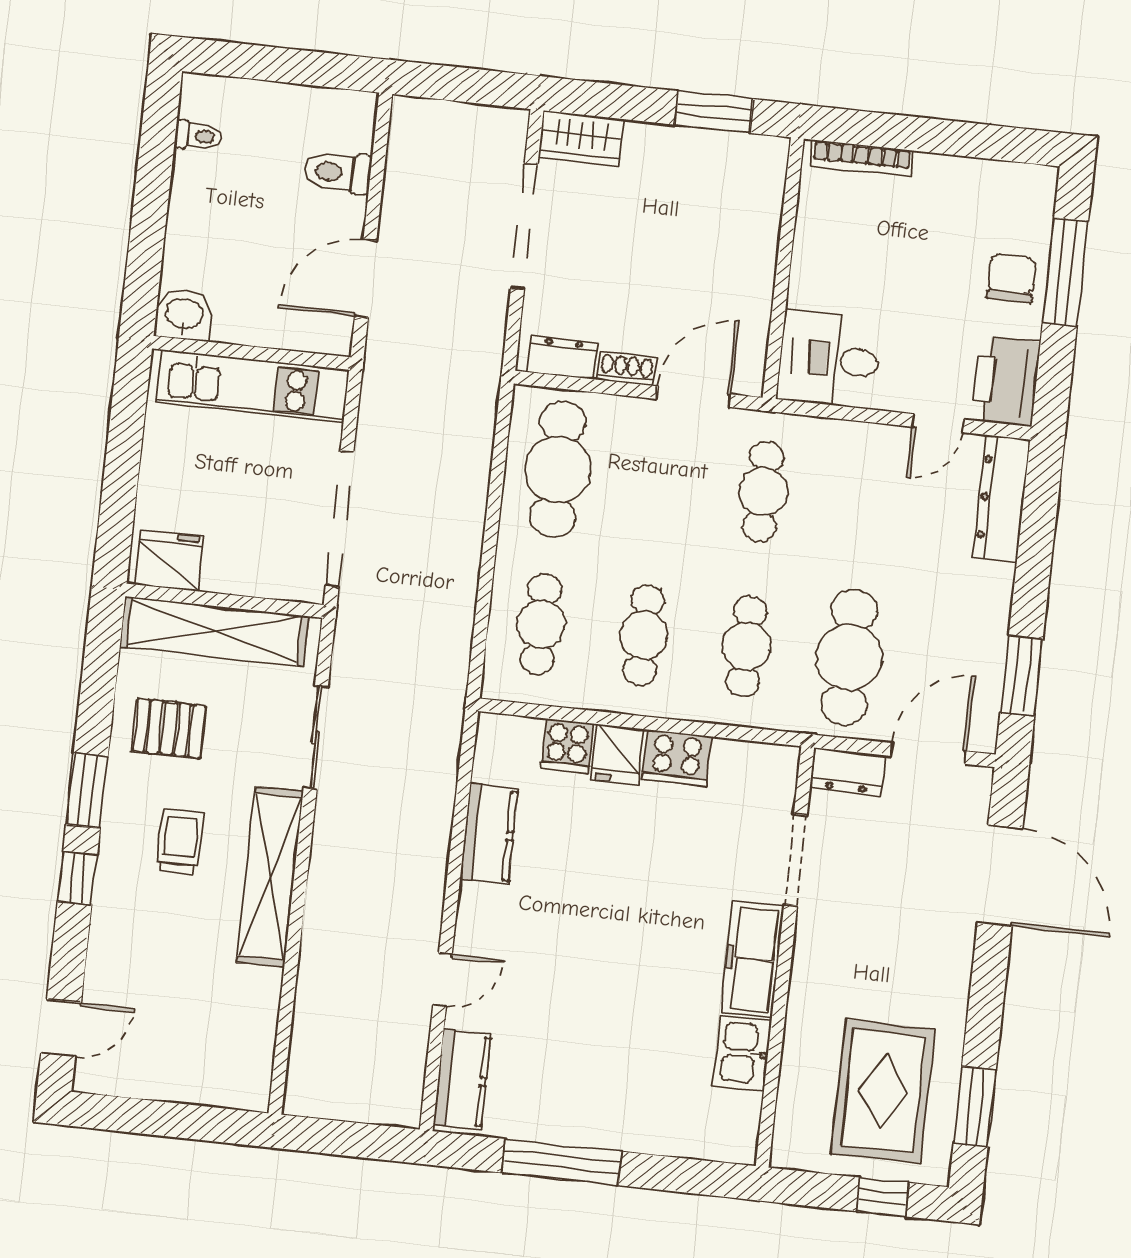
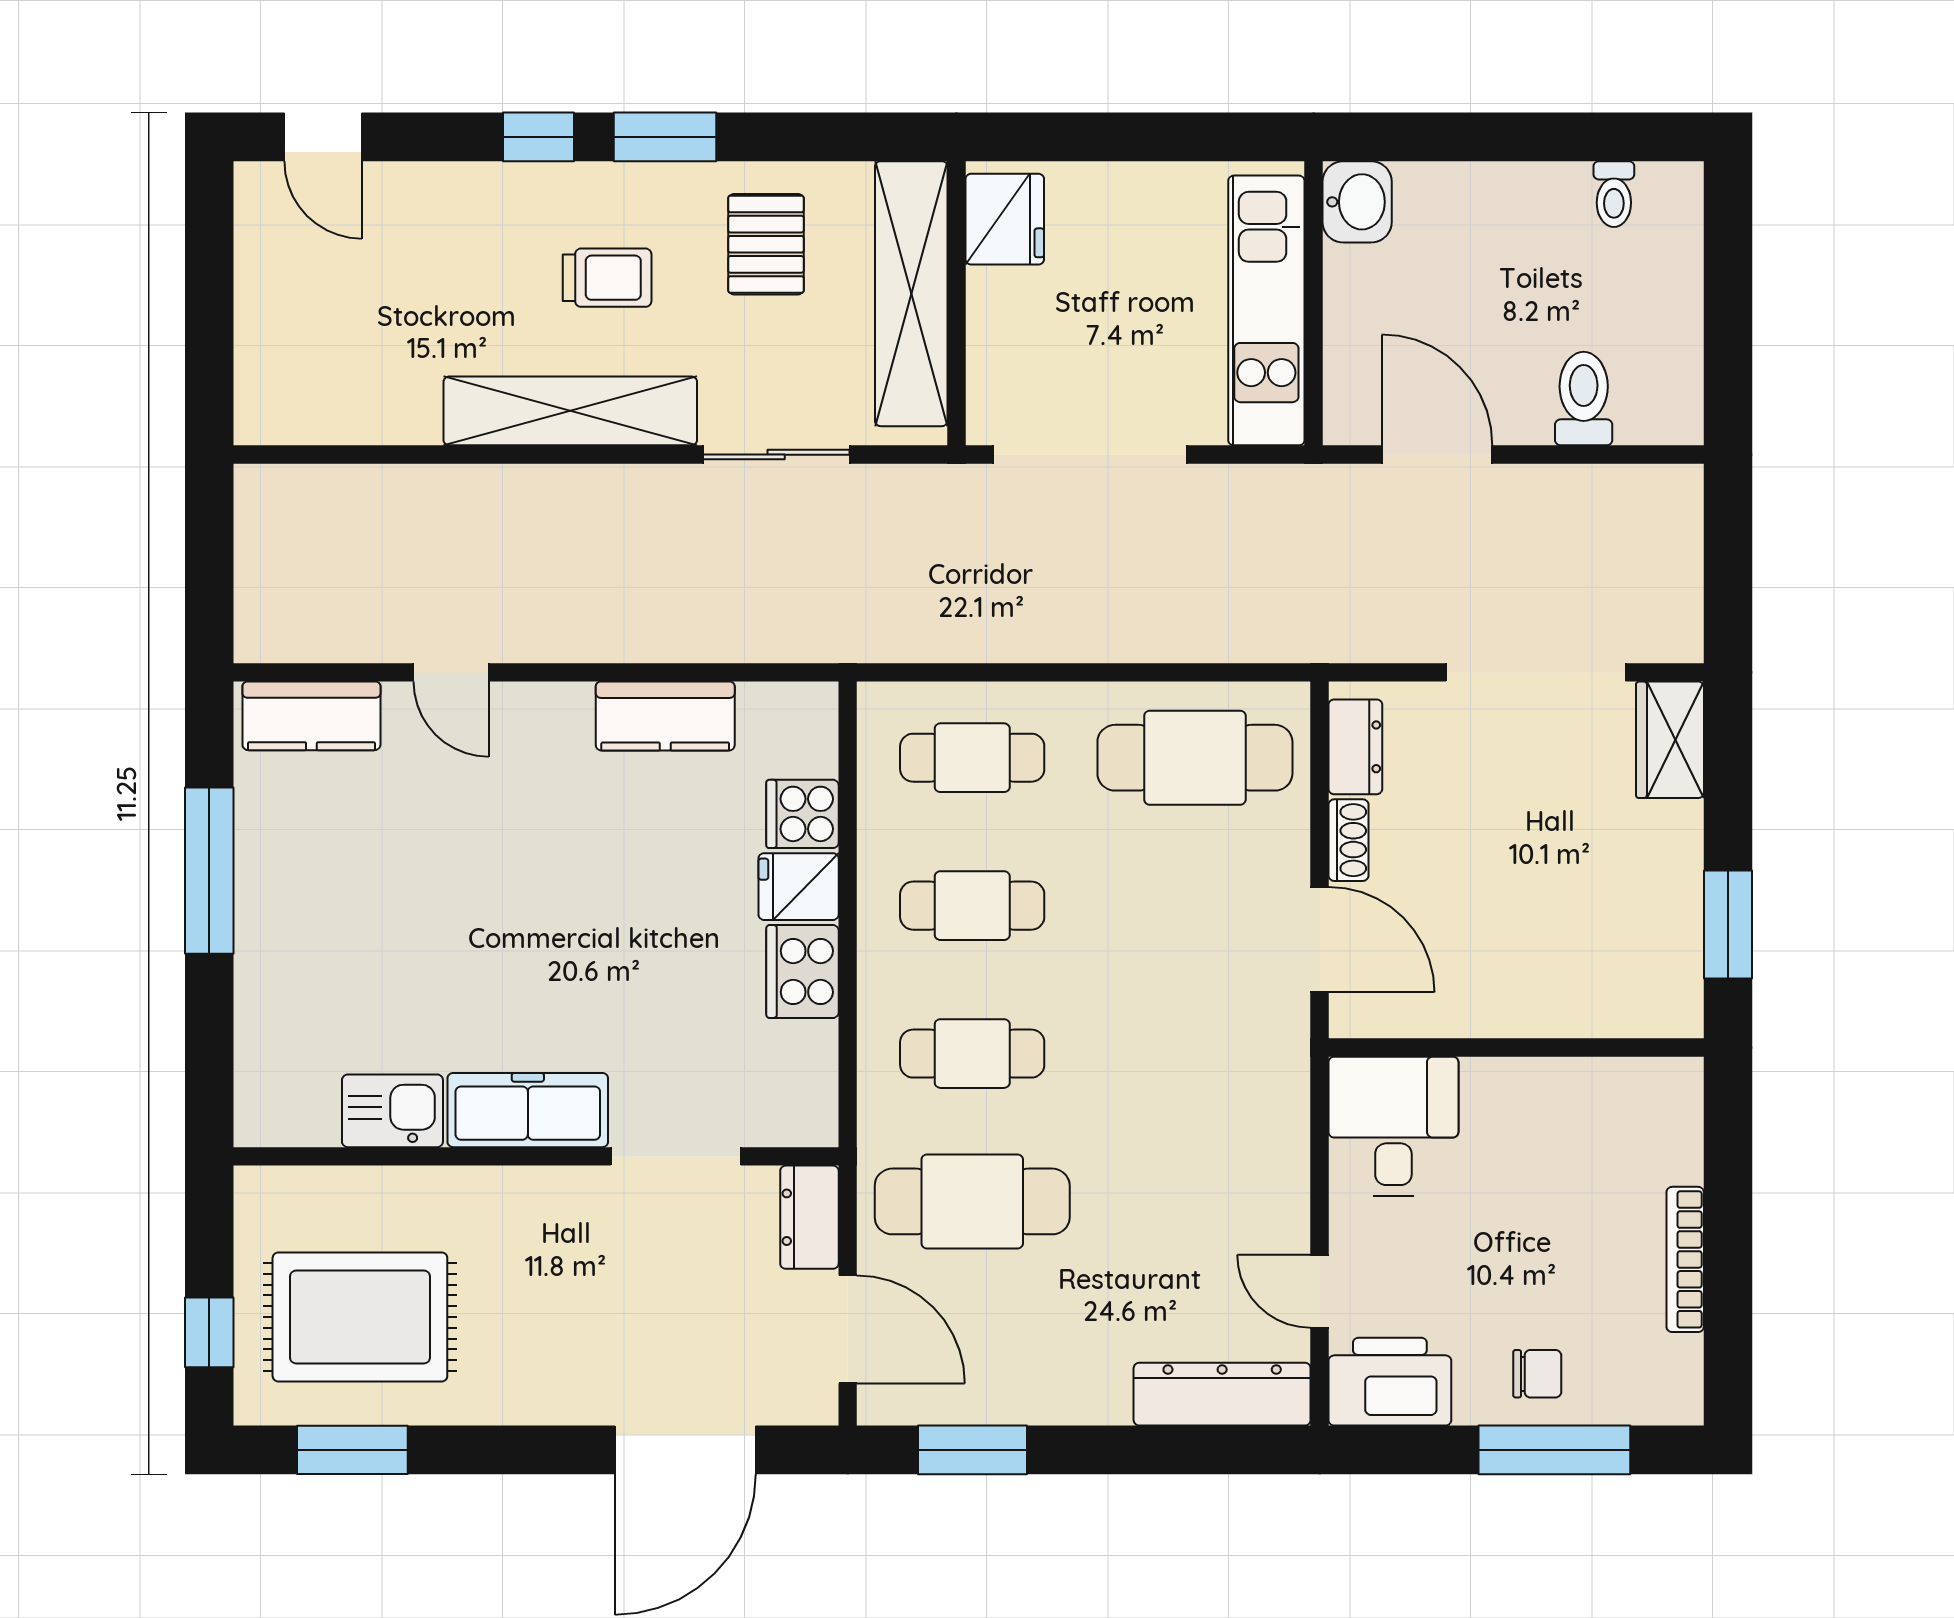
bookcase: (861, 158) -> (1685, 1259), moved
chair: (1011, 278) -> (1537, 1374), width x0.73, depth x0.73
cafe table: (763, 492) -> (1195, 1054), removed

